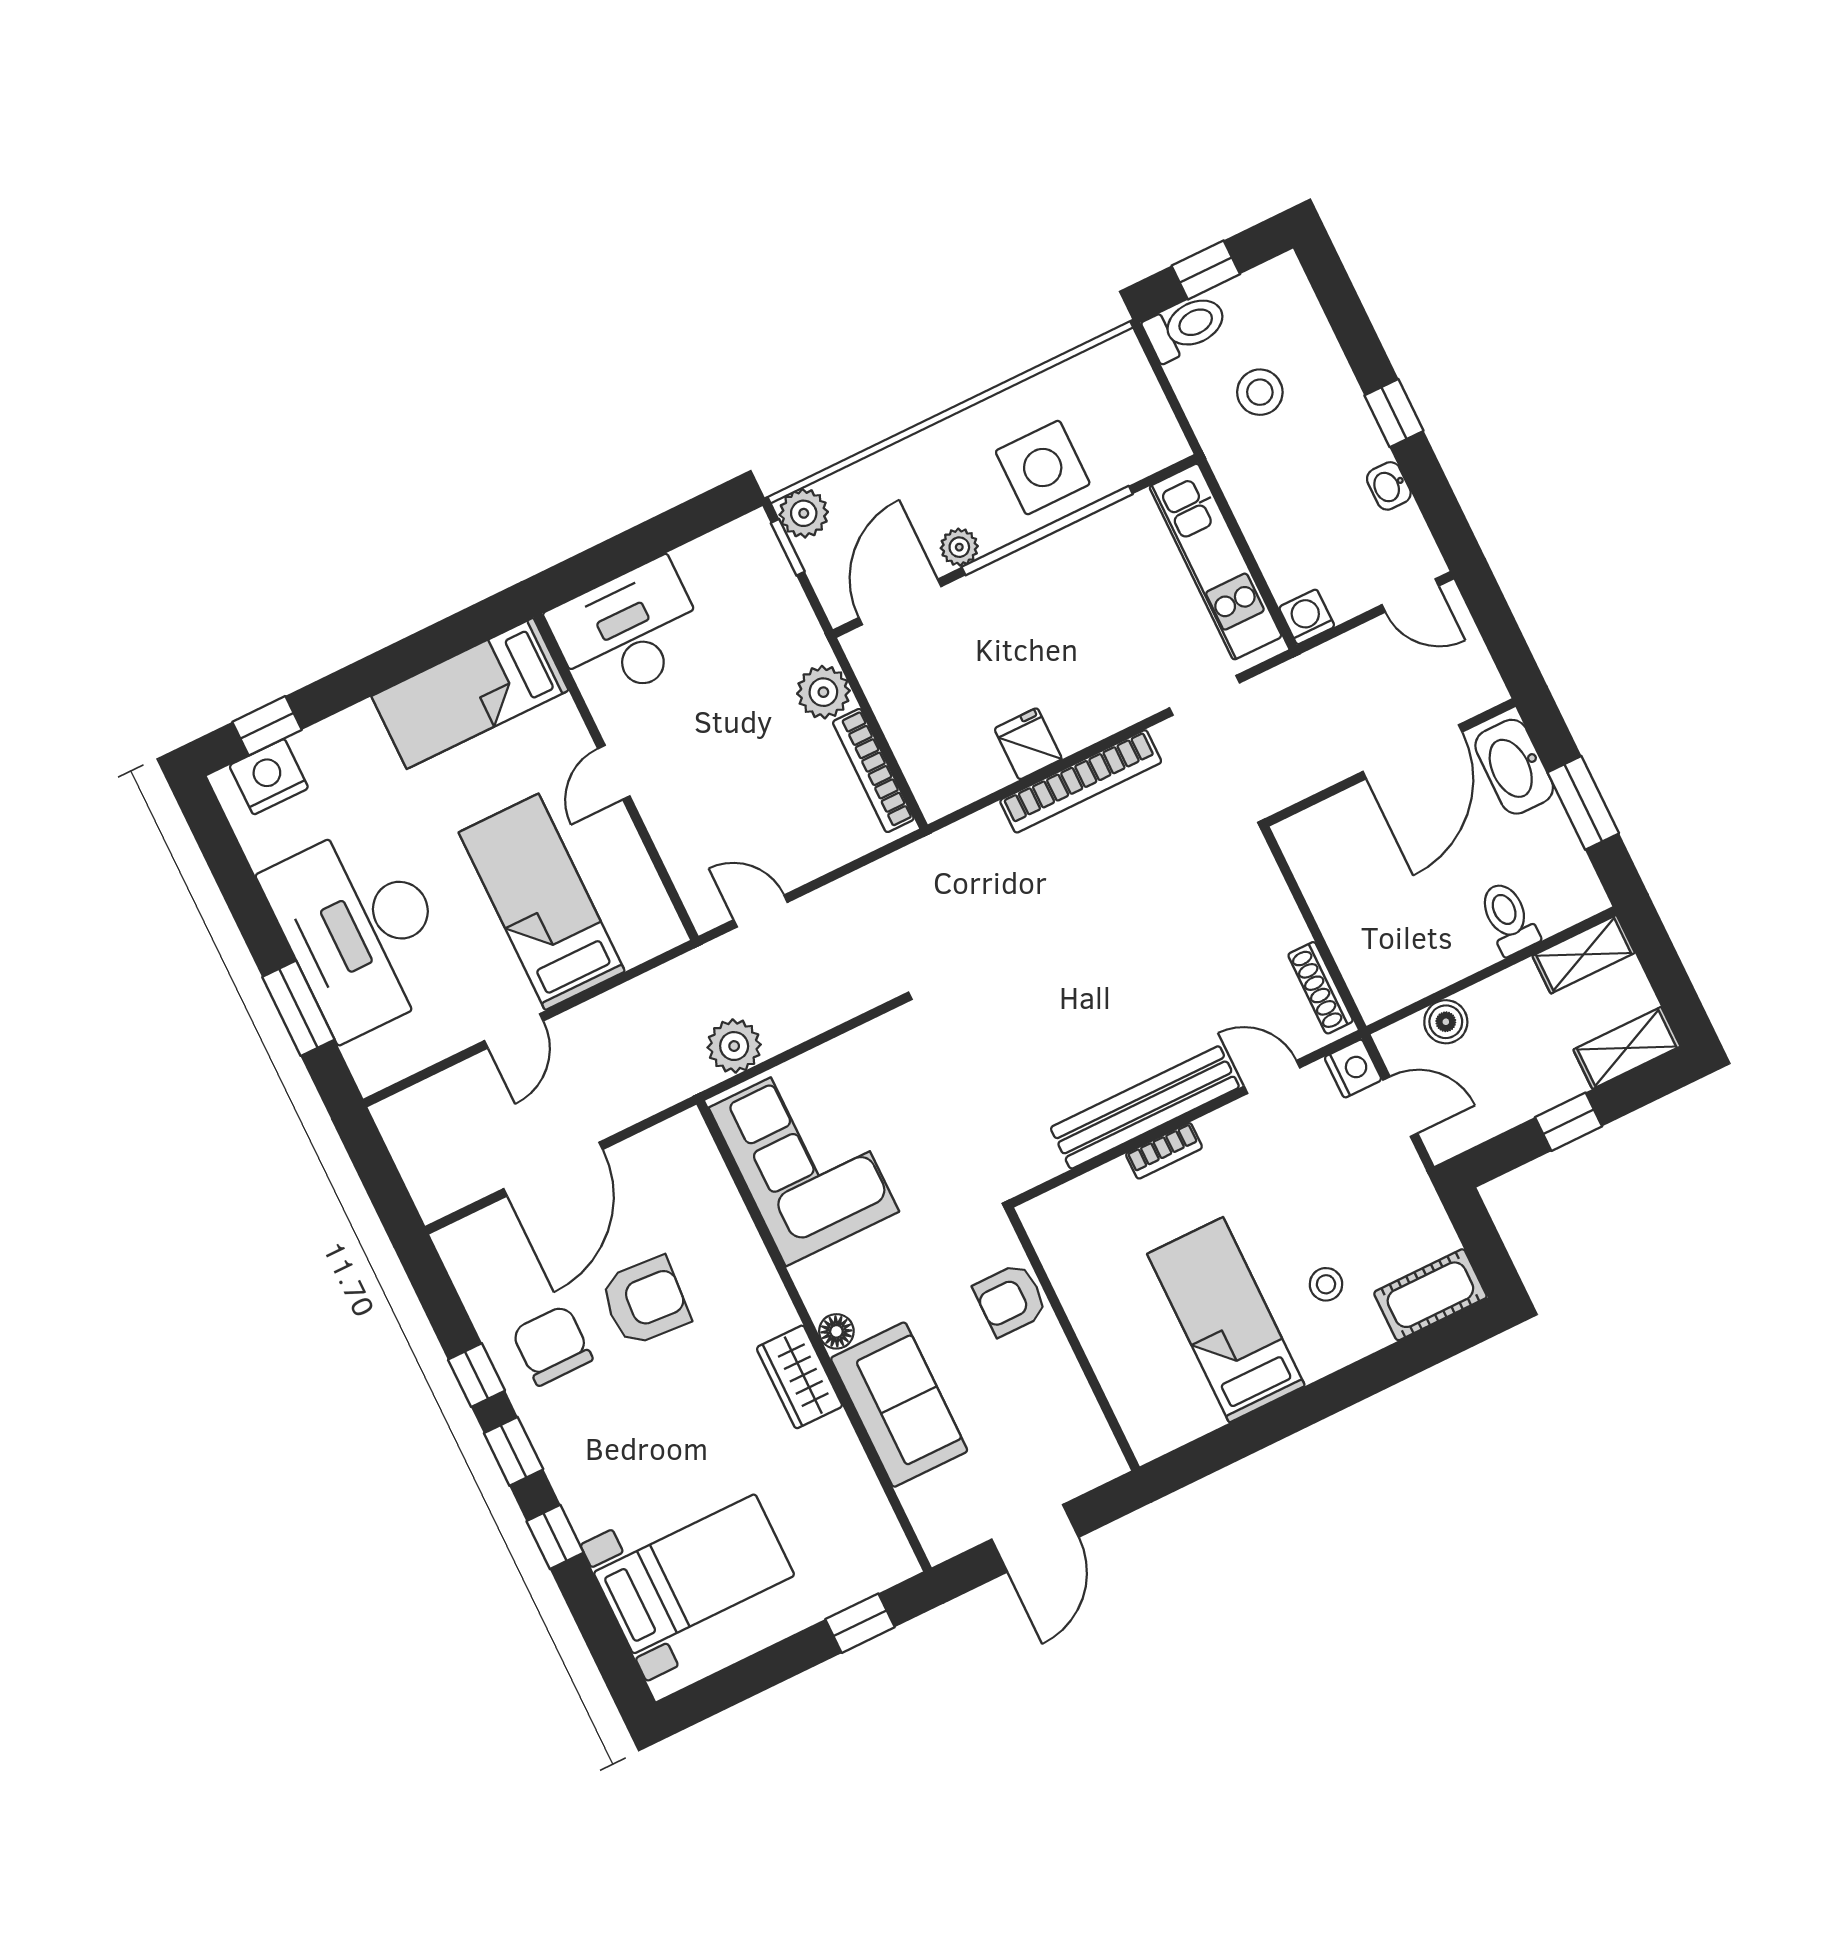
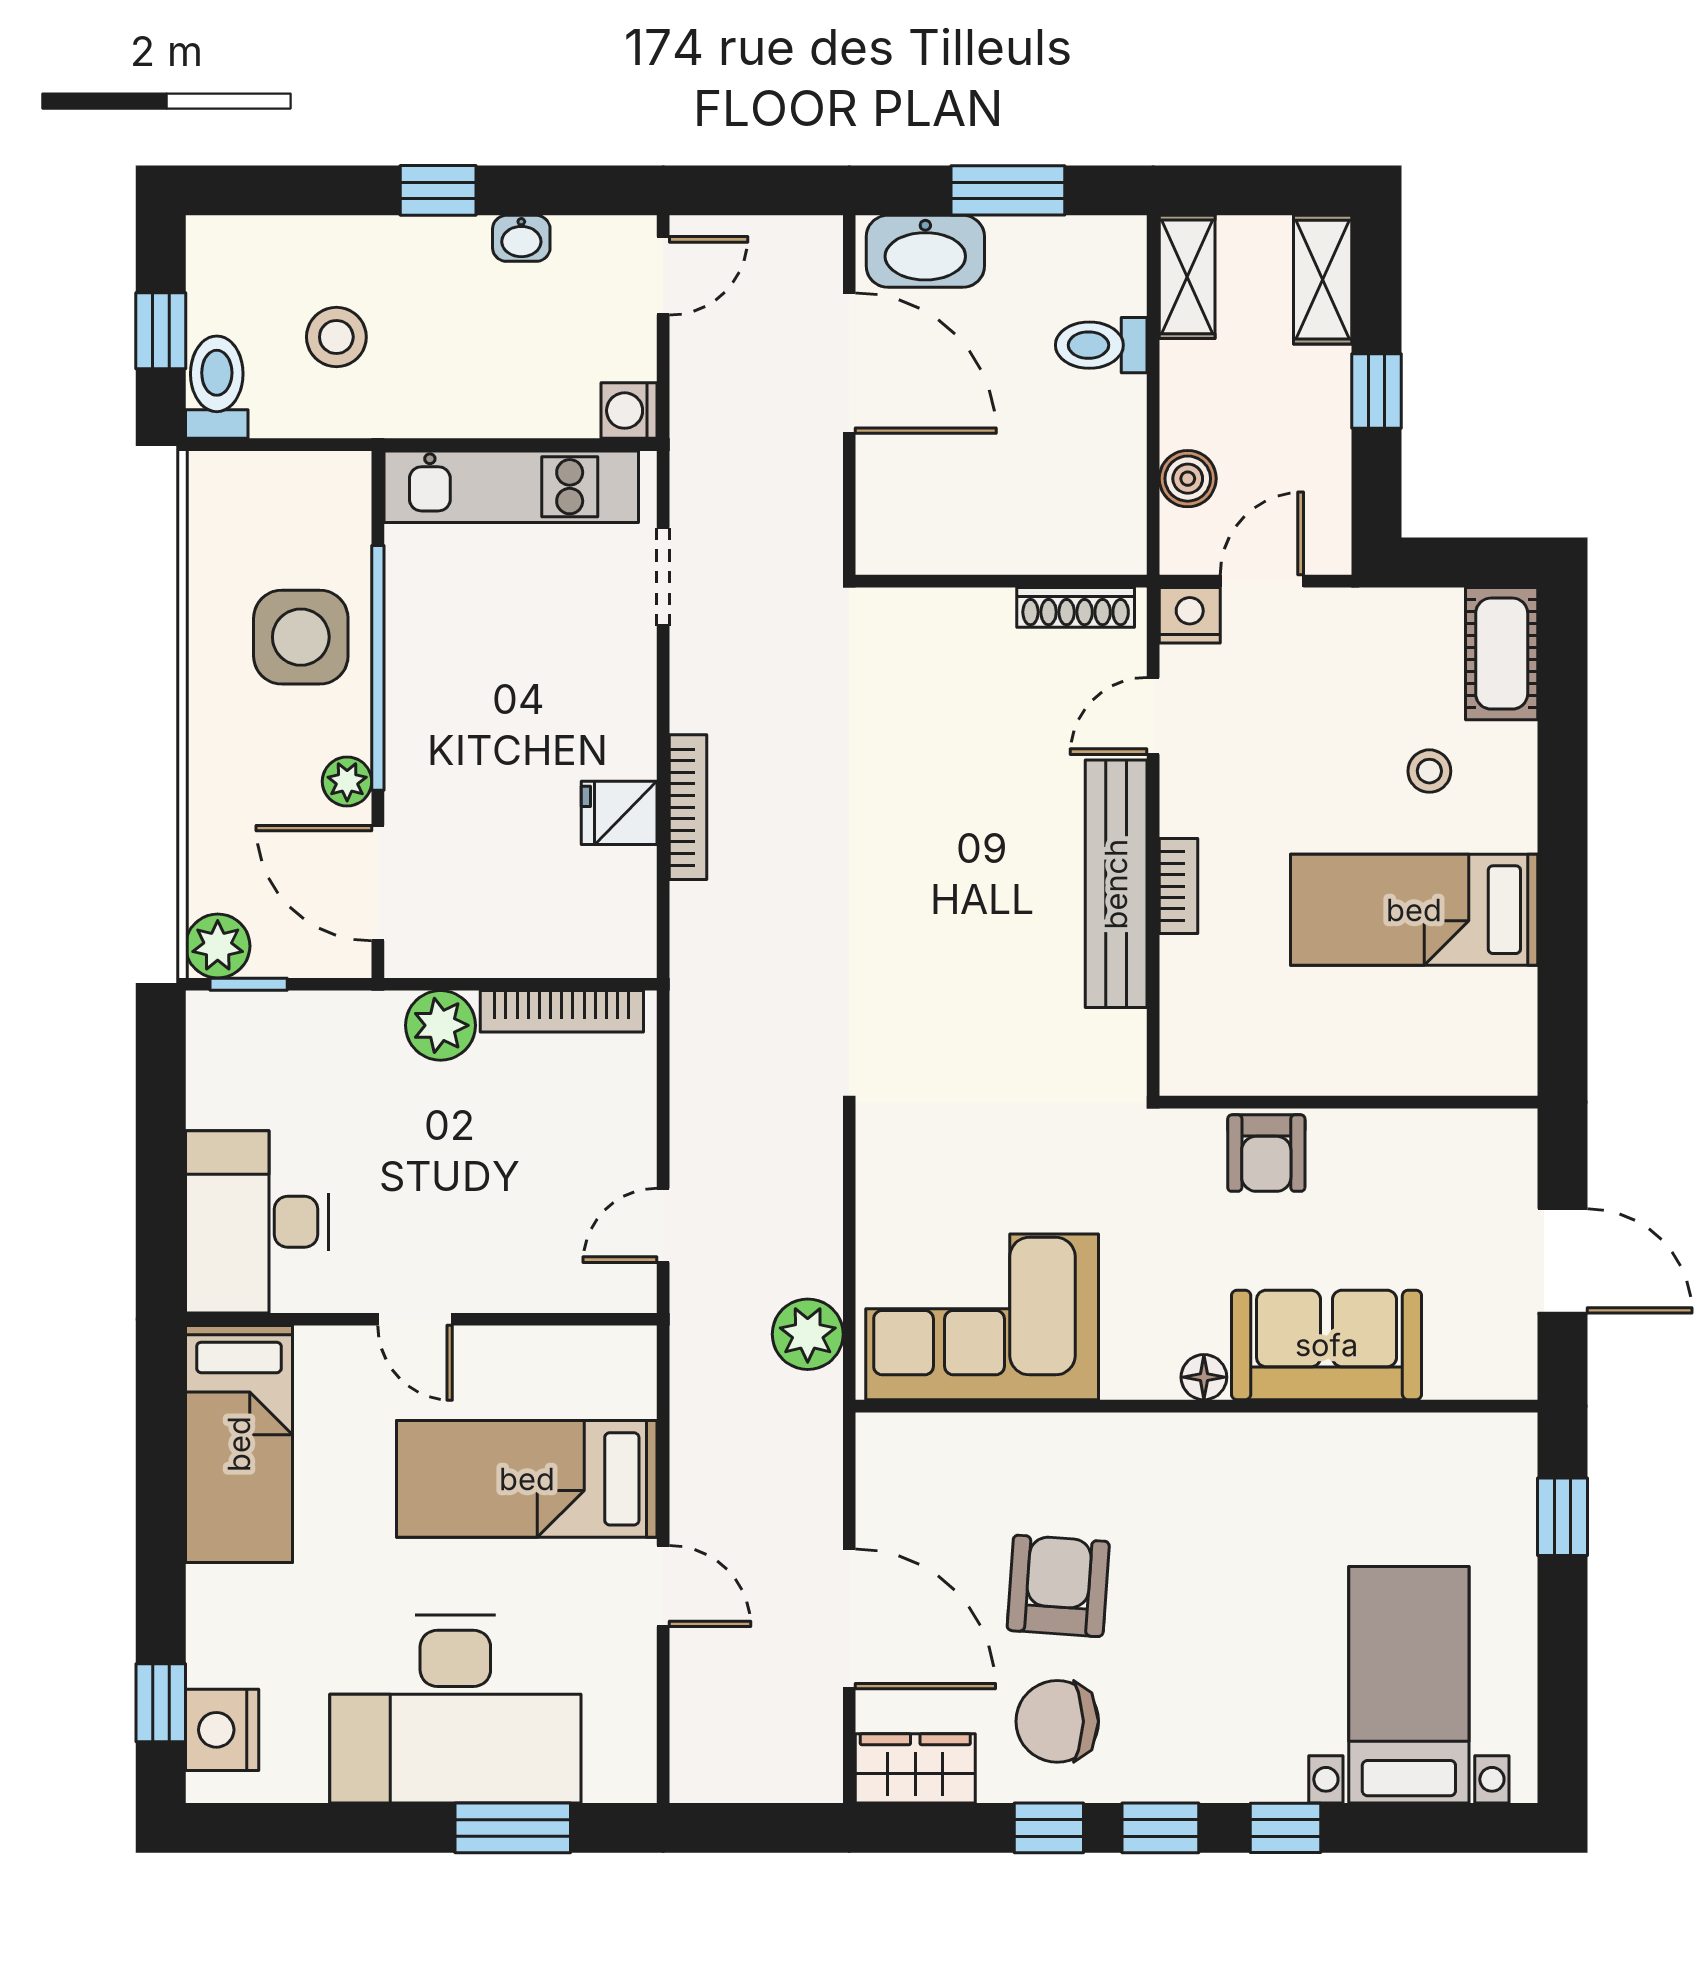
bookcase: (1081, 781) -> (688, 807), width x0.68, depth x0.76
wardrobe: (799, 1377) -> (915, 1768), moved, turned 180

